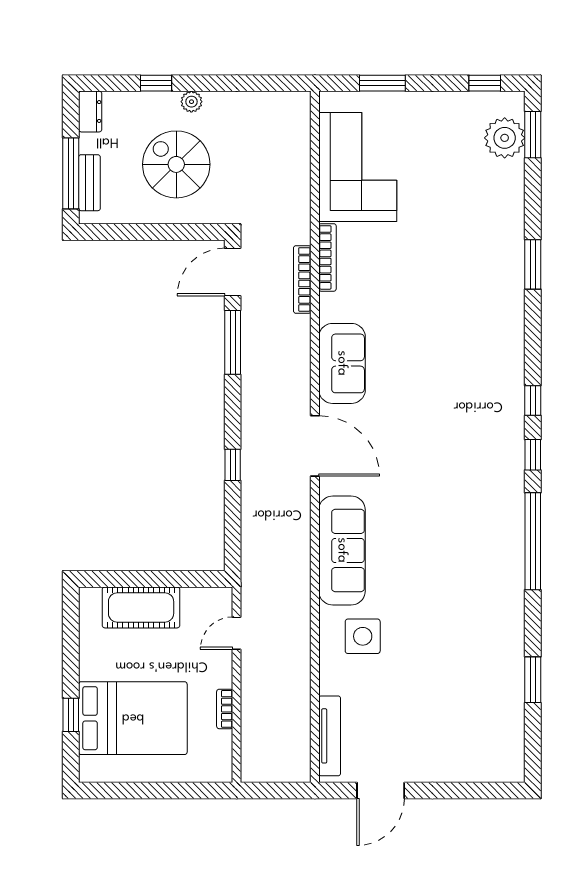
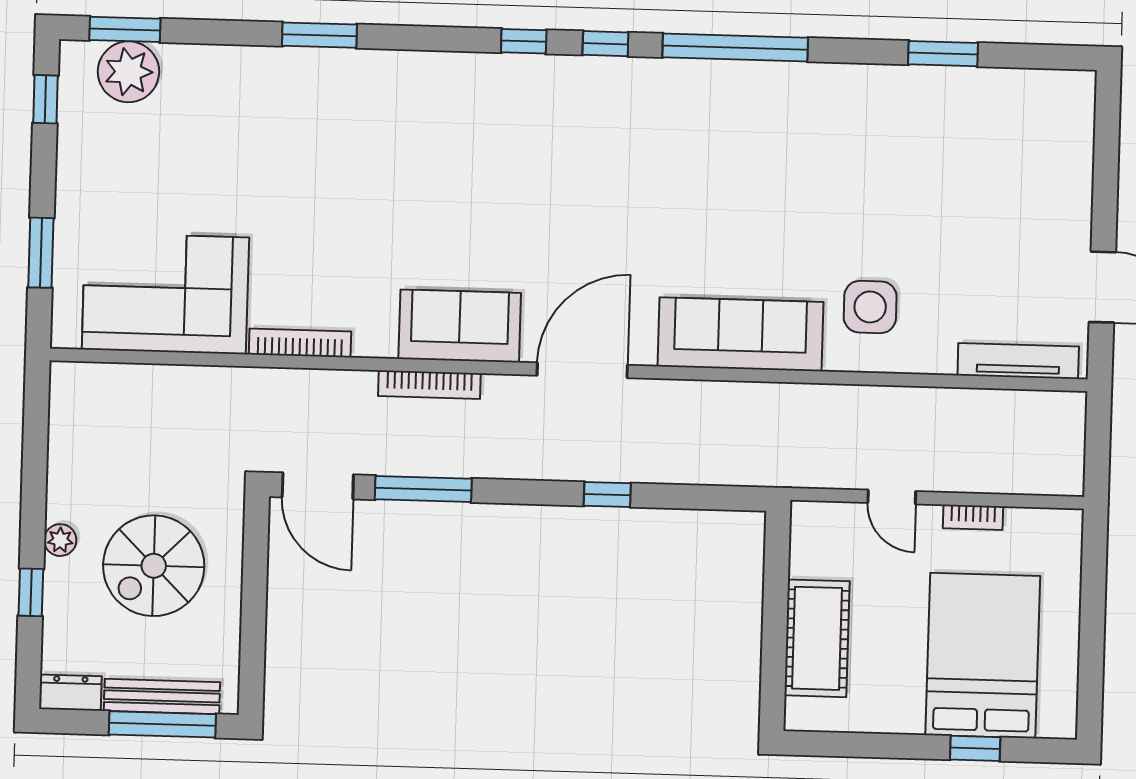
bench: (89, 183) -> (162, 696), width x1.36
bookcase: (302, 279) -> (429, 385), moved
door: (237, 633) -> (892, 497), moved

